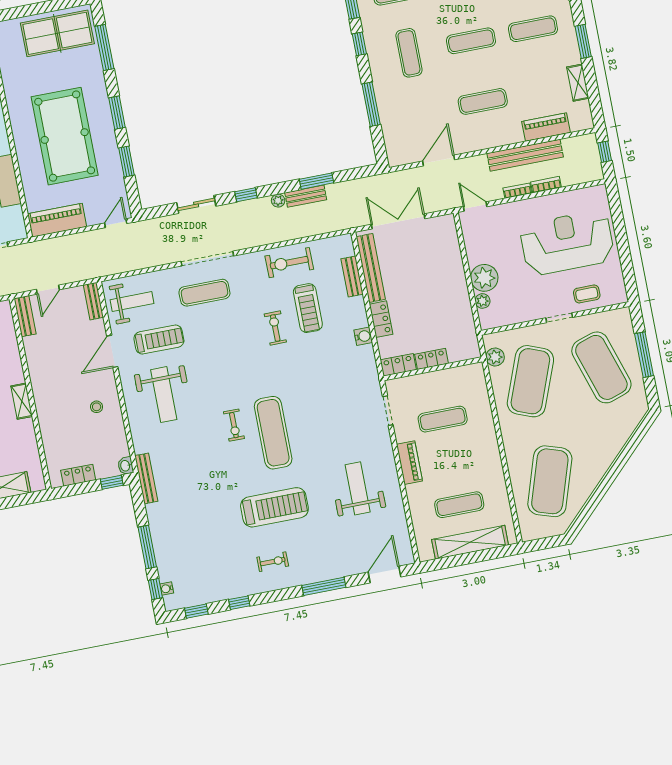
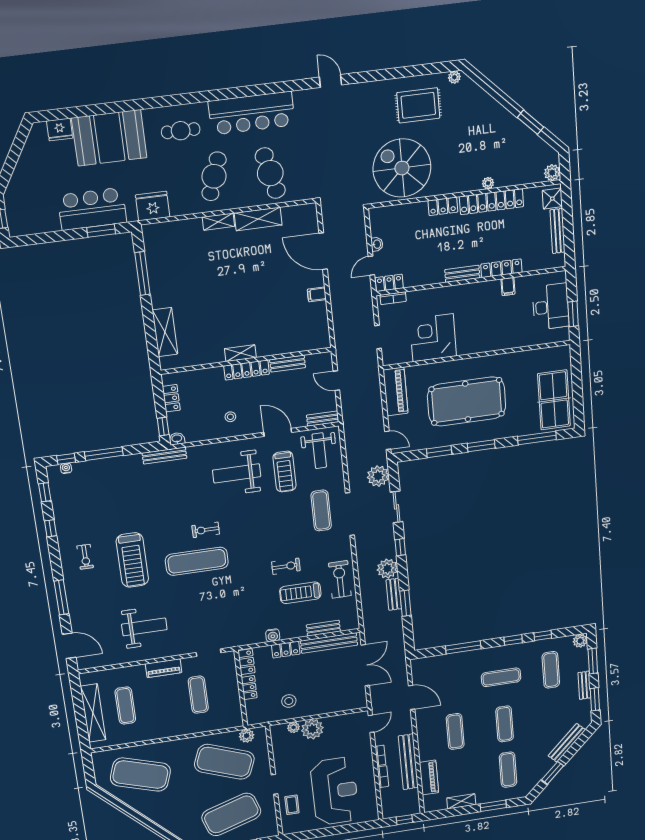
plant: (278, 201) -> (387, 569), width x1.88, depth x1.88
plant: (159, 230) -> (378, 476), added
stool: (448, 310) -> (289, 701), added
bench: (25, 316) -> (288, 364), moved
locker: (41, 393) -> (247, 370), added

